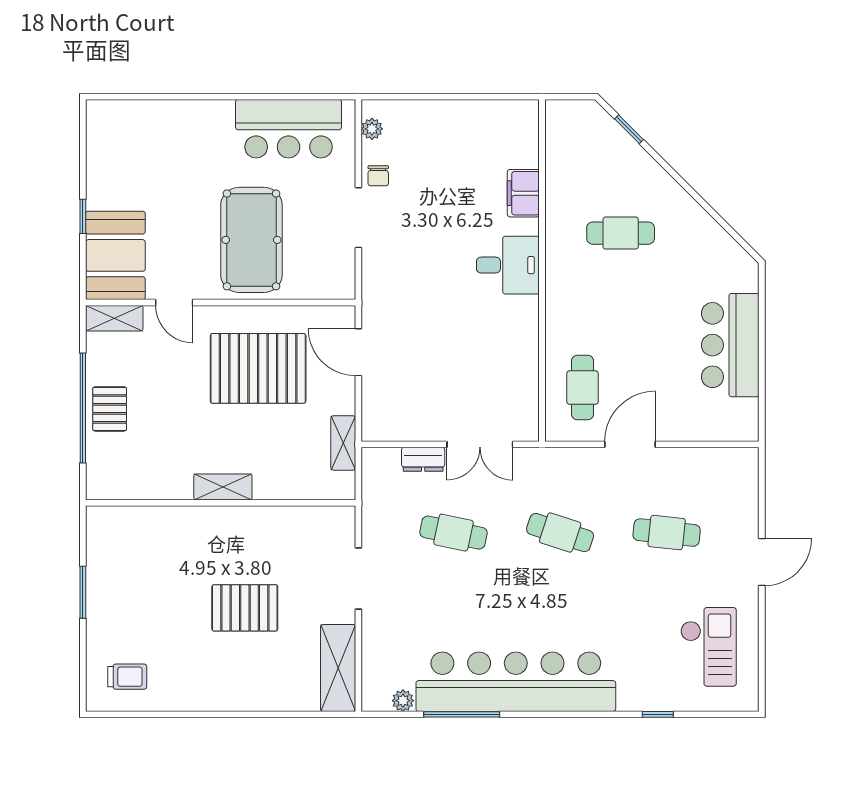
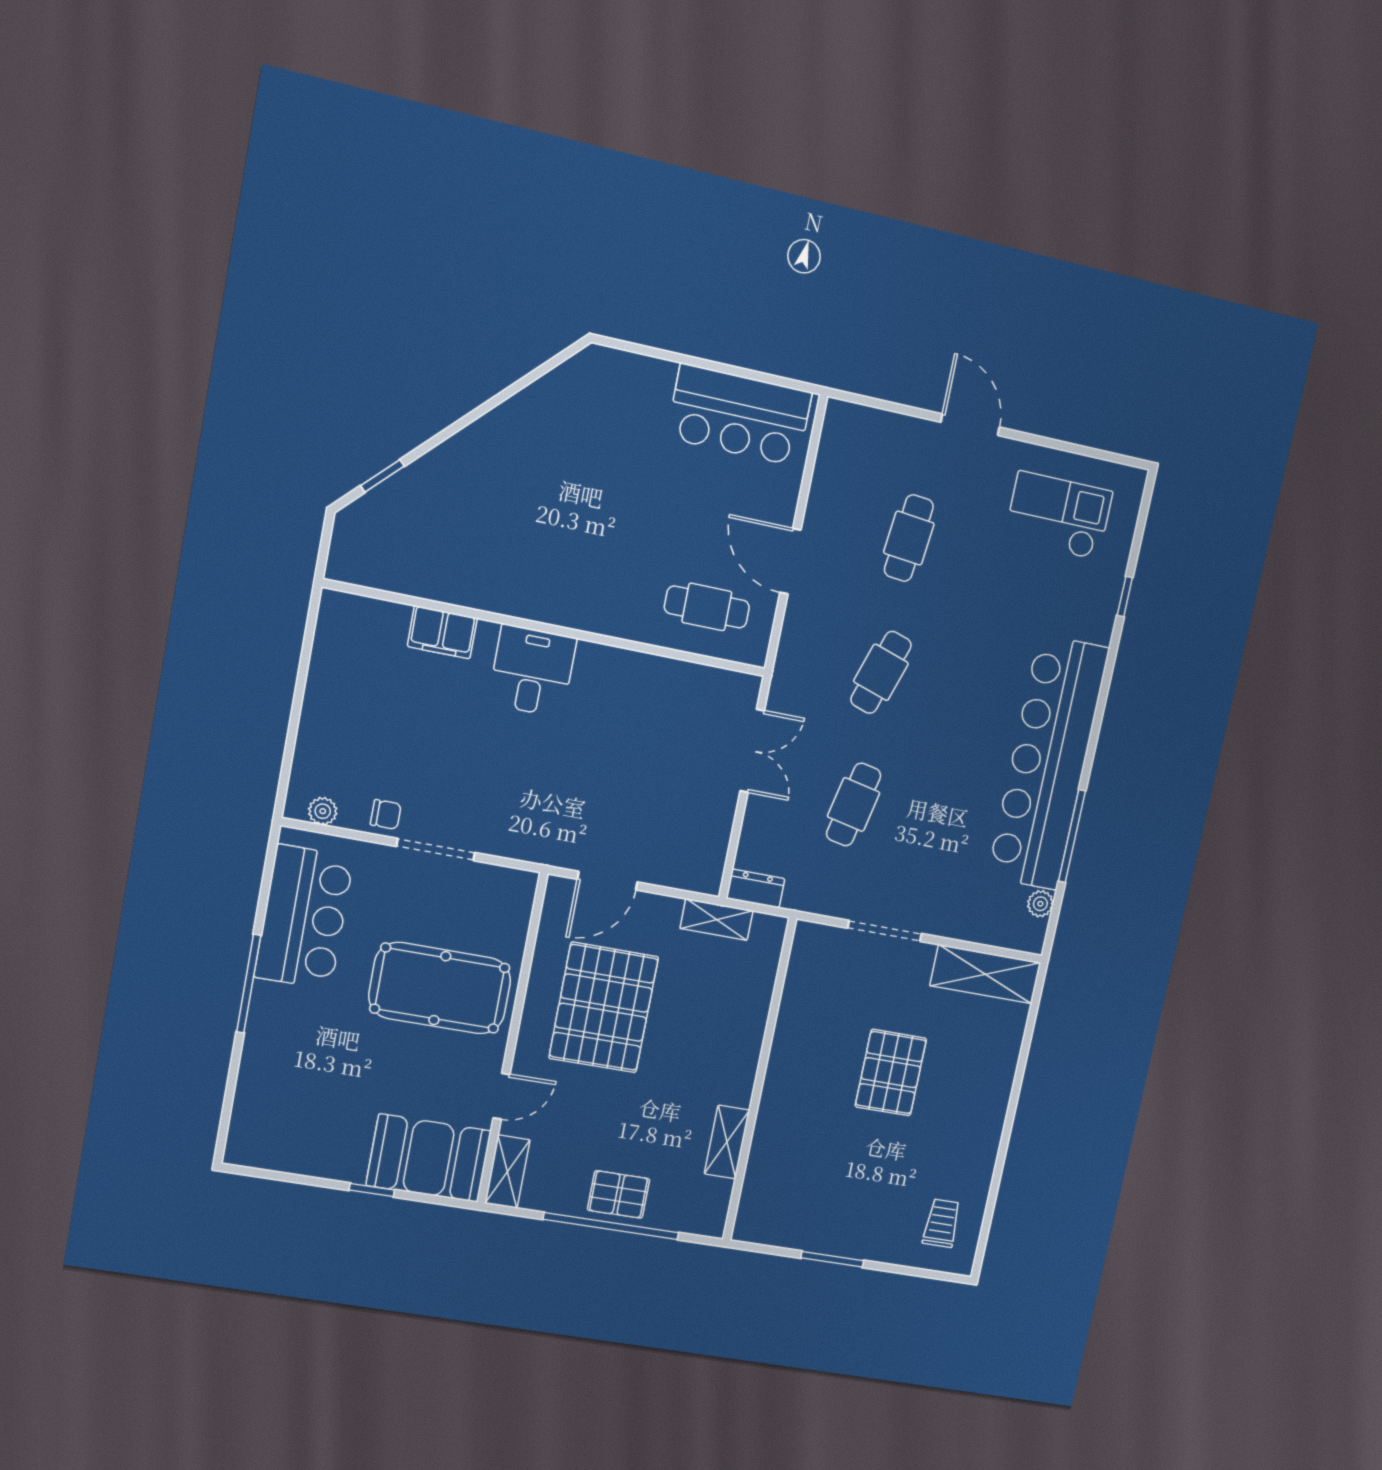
window: (230, 97) -> (249, 984), added
cafe table: (621, 233) -> (518, 516), removed
bar counter: (730, 345) -> (739, 415), moved
dresser: (423, 459) -> (756, 889), moved, turned -90
shelving: (223, 487) -> (727, 1142), moved

